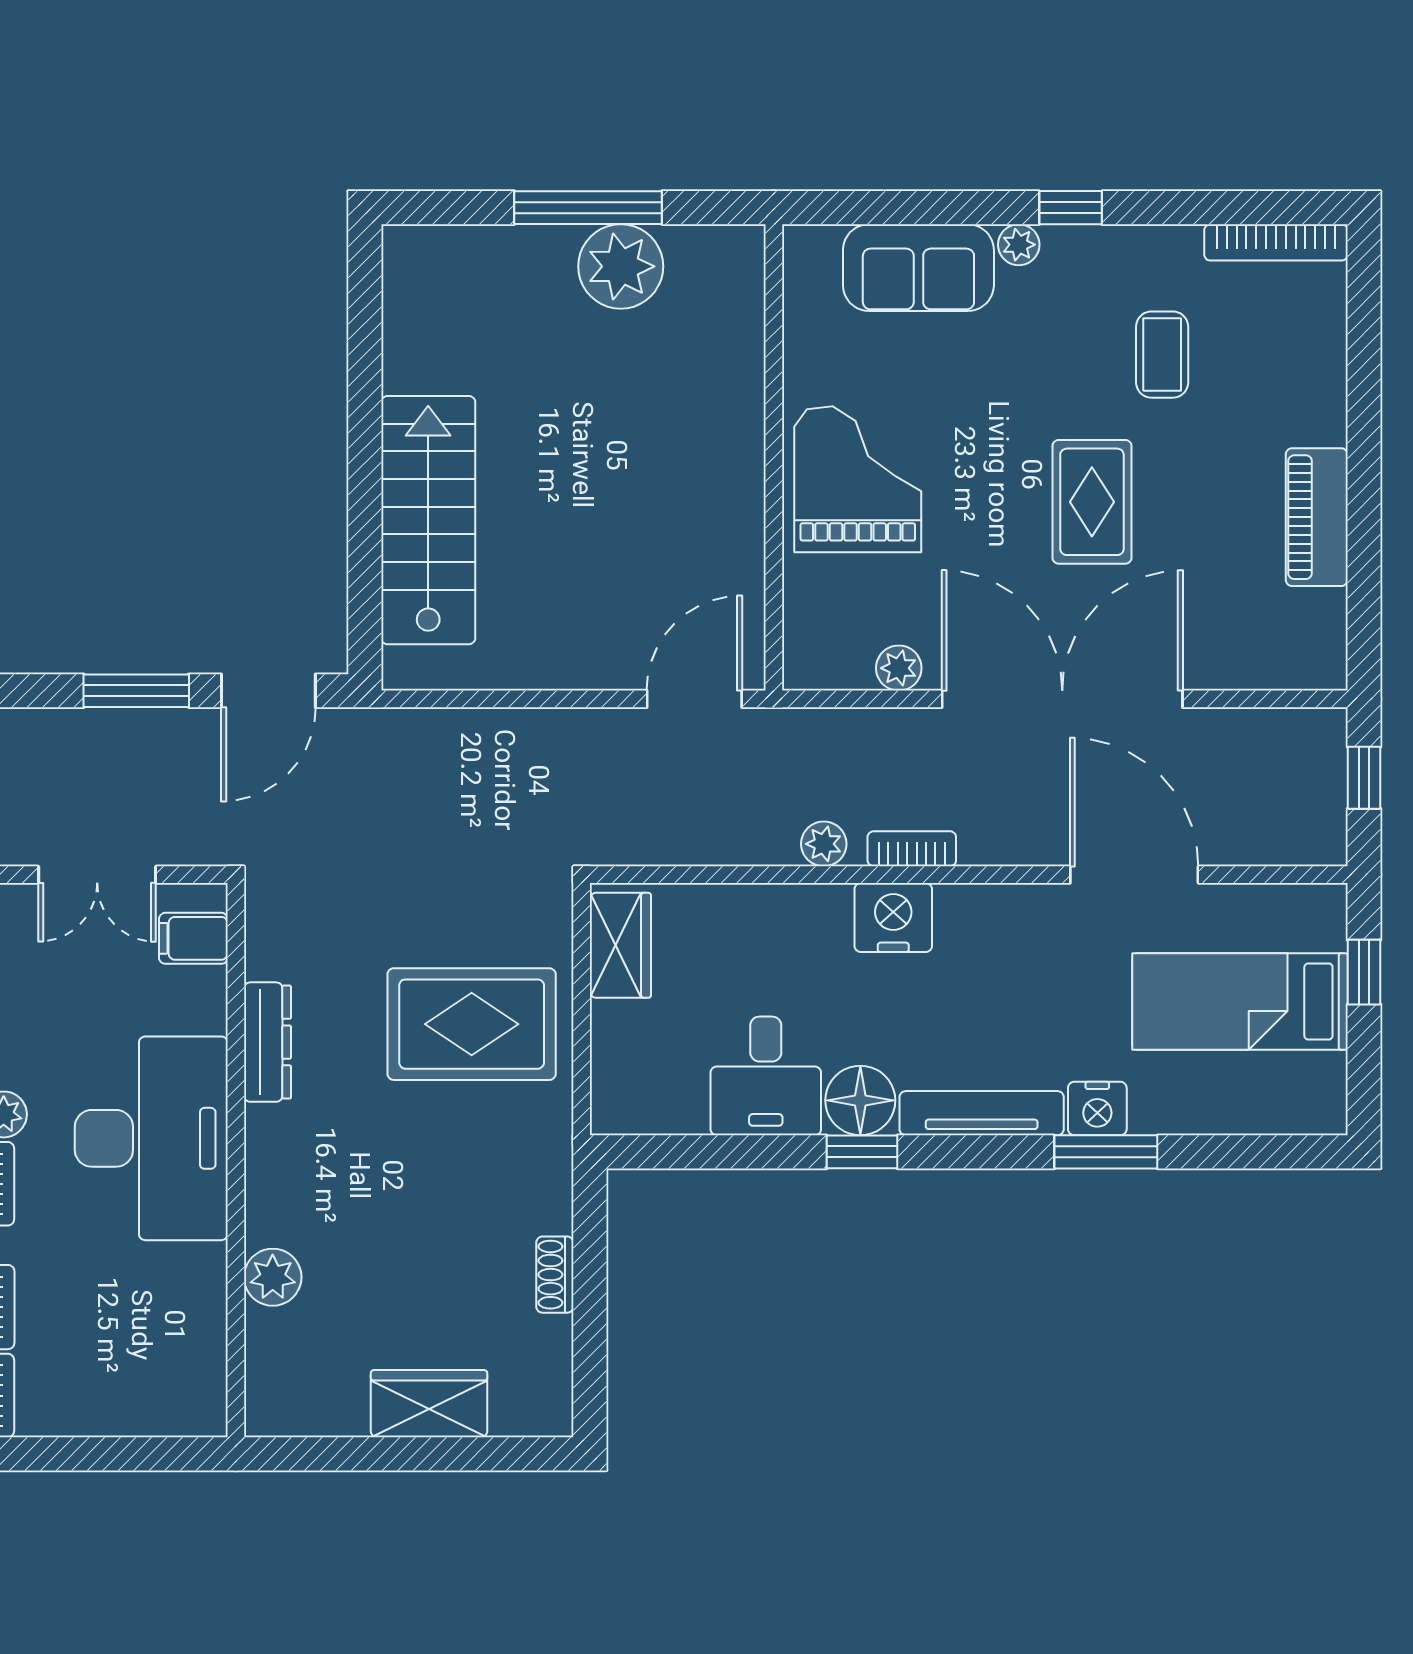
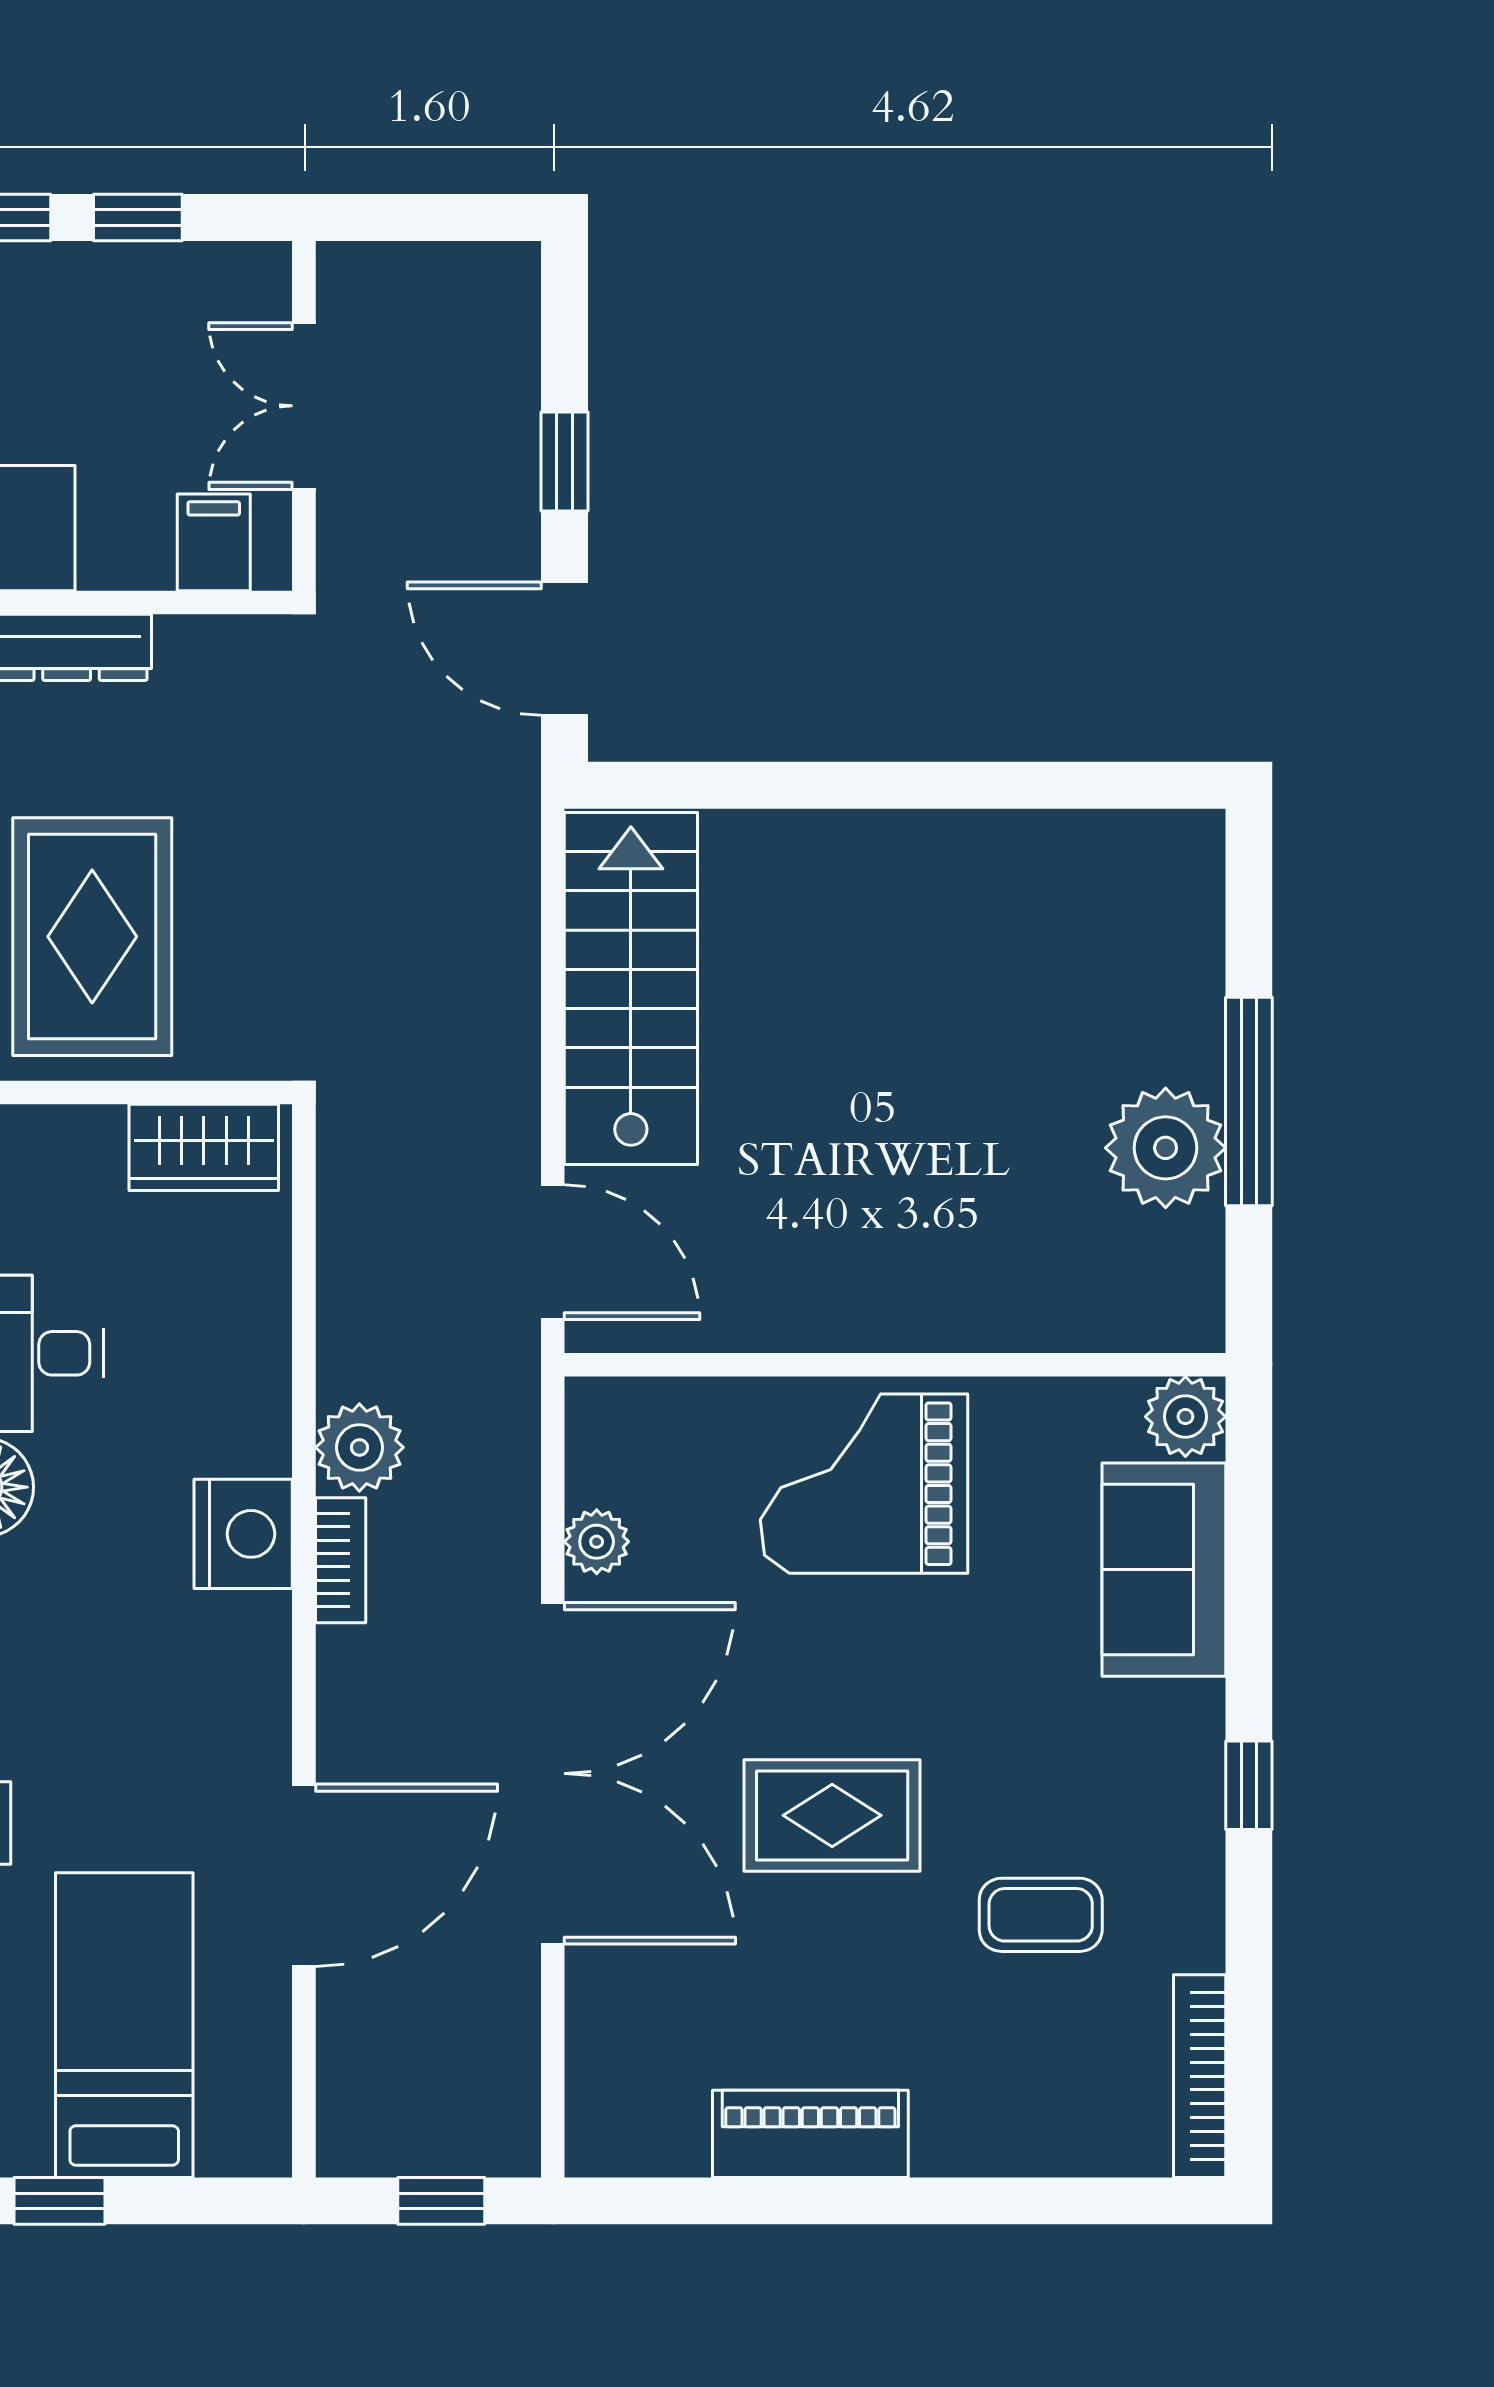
plant: (1019, 245) -> (1185, 1417), moved, width x1.38, depth x1.38
grand piano: (858, 479) -> (864, 1484), turned 180
stairs: (428, 520) -> (631, 989), moved, turned -90
window: (136, 691) -> (564, 461), width x0.67
plant: (824, 844) -> (359, 1447), width x1.38, depth x1.38
window: (1364, 972) -> (59, 2201), moved

